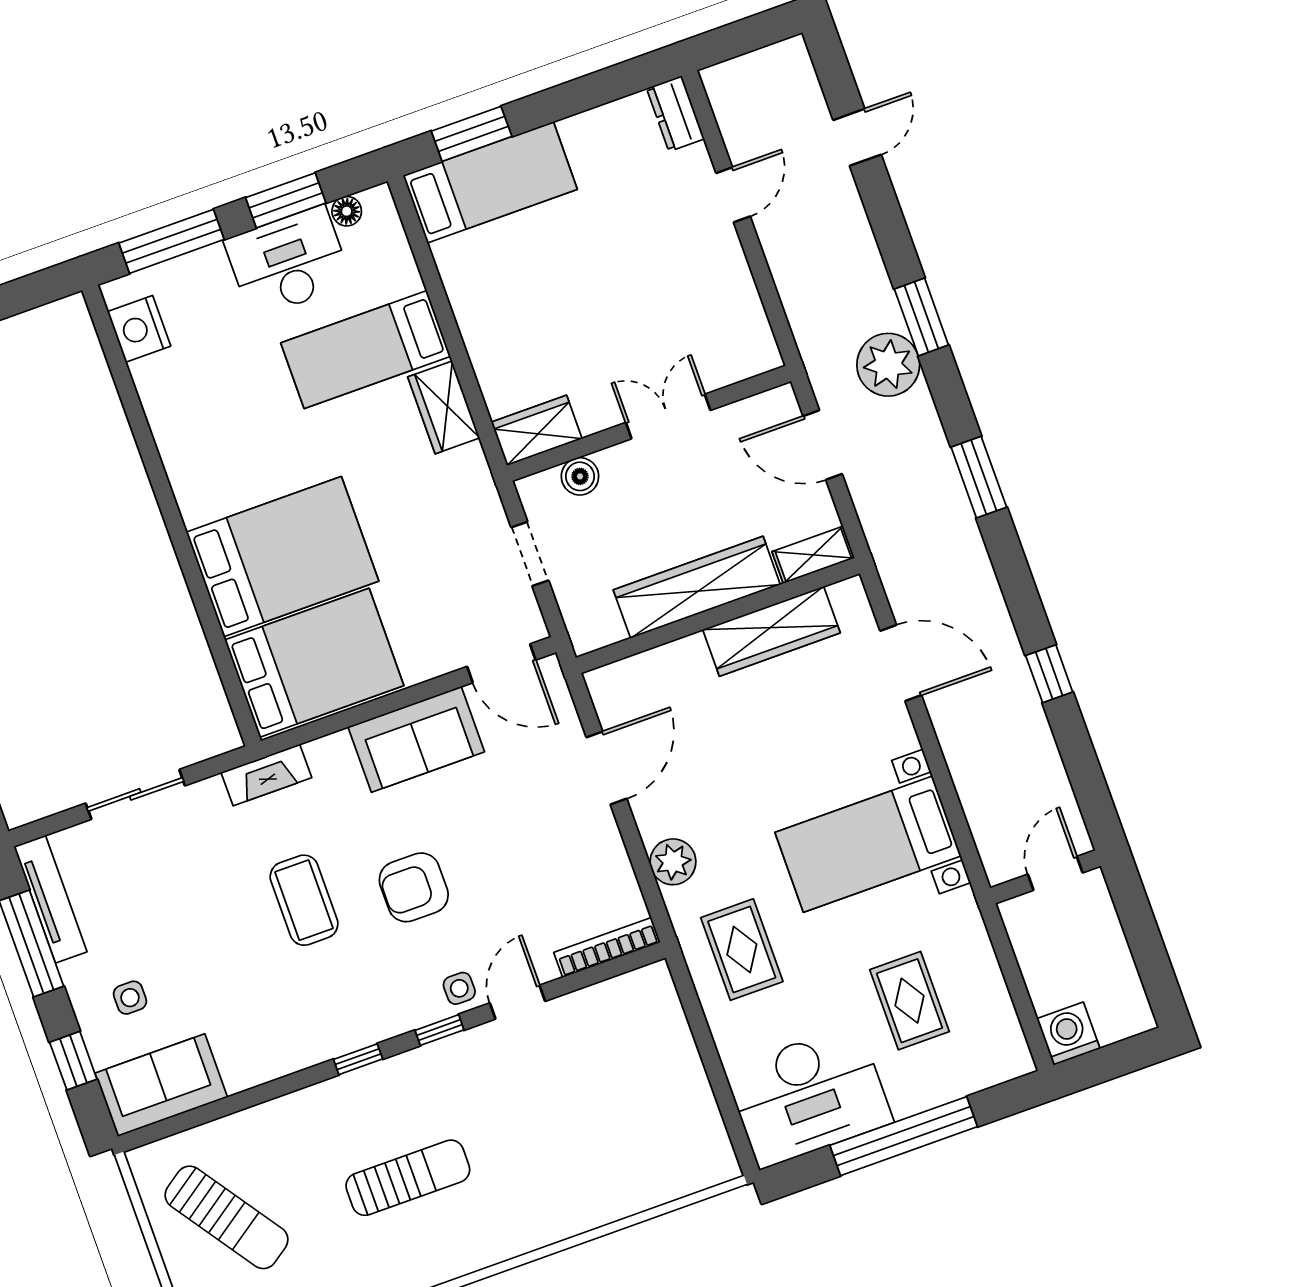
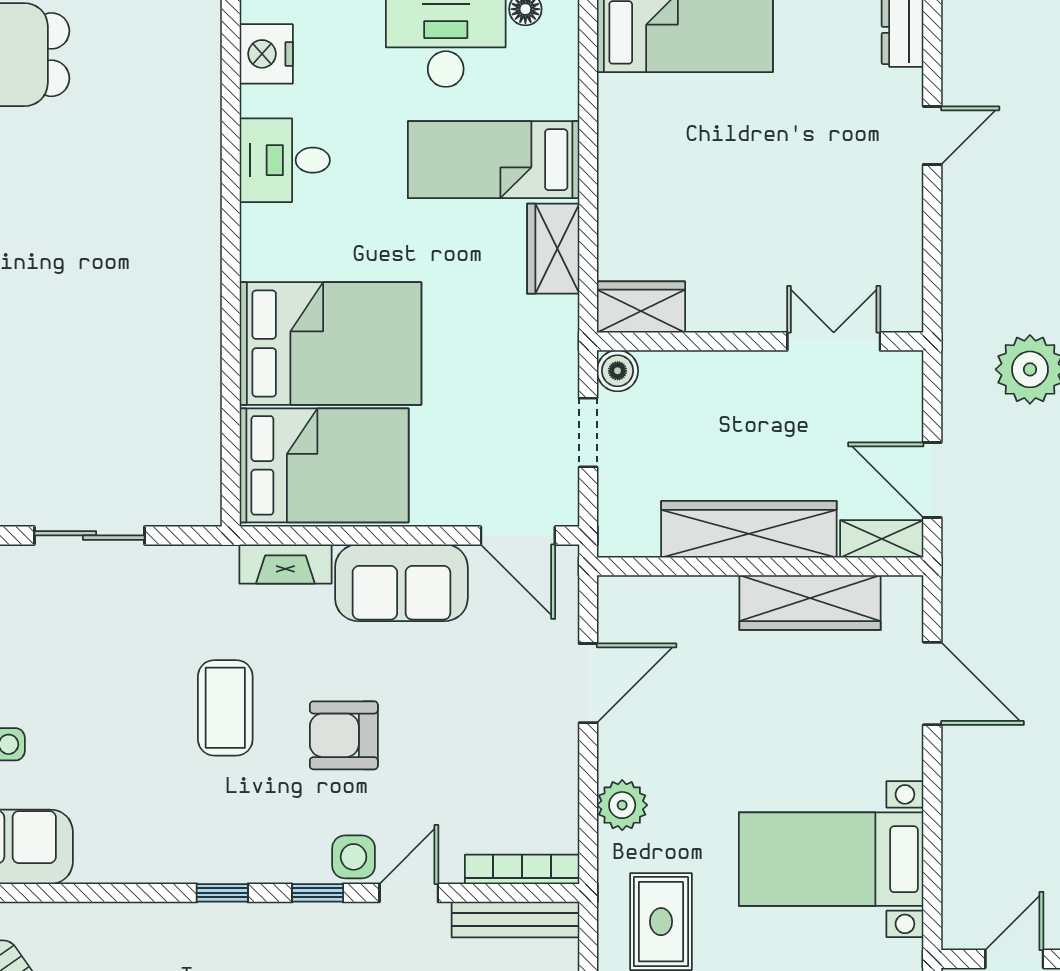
desk: (187, 414) -> (285, 160), added
double door: (668, 416) -> (834, 341), moved
door: (823, 445) -> (932, 480), moved
boiler: (580, 476) -> (618, 371), moved
fireplace: (266, 775) -> (285, 564), moved
side table: (459, 988) -> (354, 857), width x1.37, depth x1.37
bench: (617, 992) -> (515, 920), added

